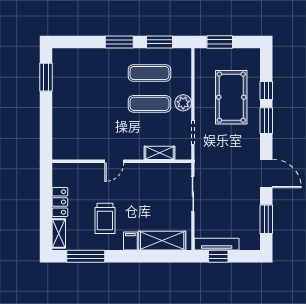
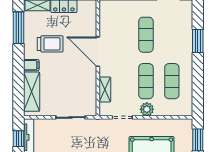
window: (119, 42) -> (198, 41), moved
window: (159, 42) -> (198, 90), removed
exercise mat: (94, 104) -> (146, 35), added
door: (114, 161) -> (98, 52), width x1.88
trolley: (105, 218) -> (50, 44), turned 180

